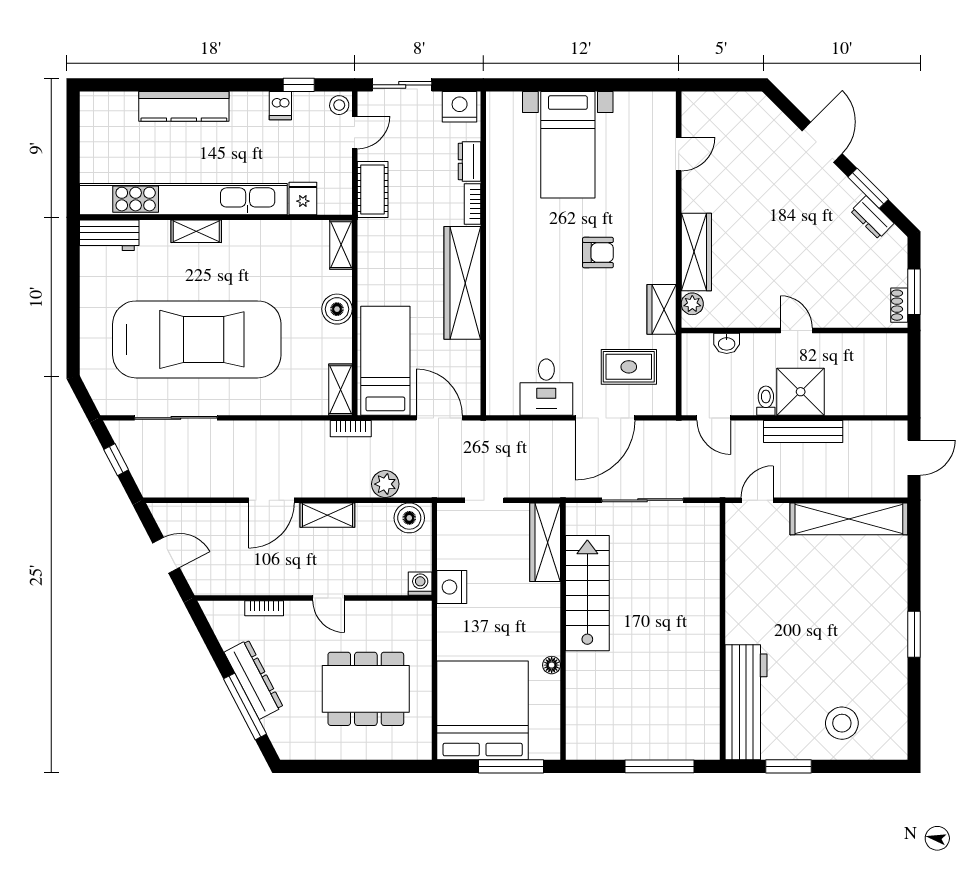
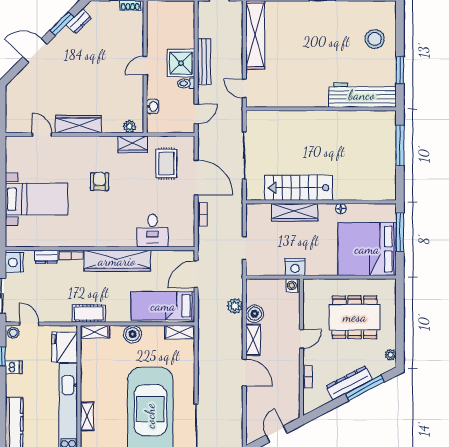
cot: (373, 189) -> (89, 313), moved
fridge: (303, 198) -> (65, 347), width x1.88, depth x1.34
wardrobe: (696, 252) -> (78, 124), moved
desk: (546, 387) -> (153, 231), moved, turned 90
bookcase: (351, 429) -> (202, 214), moved
boiler: (409, 518) -> (255, 314), moved
wardrobe: (545, 542) -> (295, 212), moved
dining table: (366, 689) -> (355, 317), turned 90
plant: (302, 750) -> (391, 355), added

